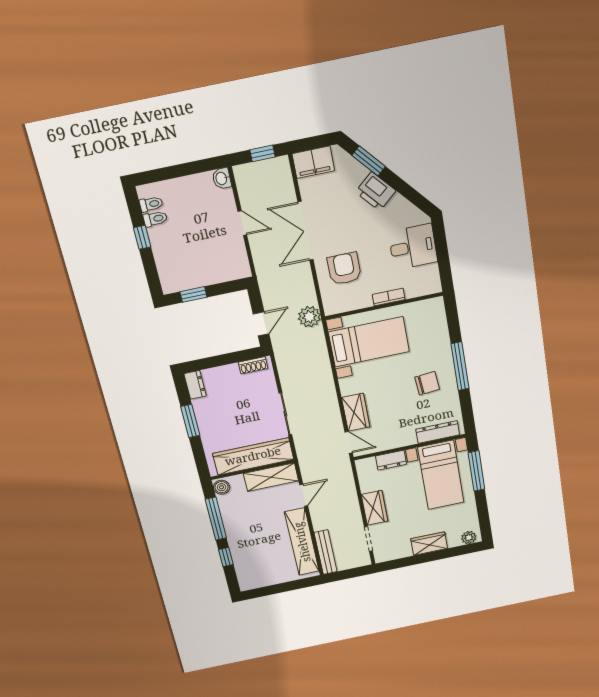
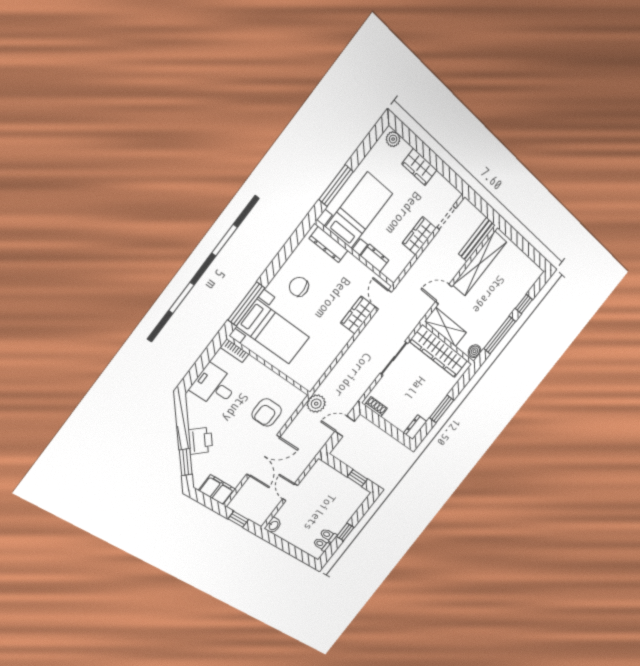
bookcase: (389, 297) -> (234, 351), moved
bed with nightstands: (369, 342) -> (273, 332), moved, turned 180
window: (460, 366) -> (246, 304), moved

